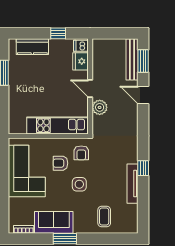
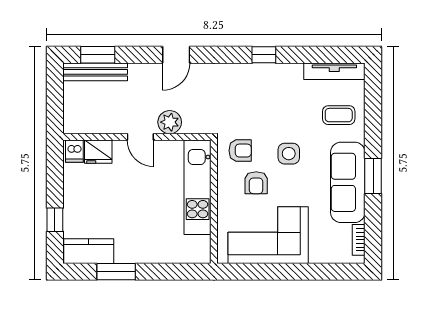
window: (58, 33) -> (55, 220), moved
kitchen counter: (32, 47) -> (89, 251), moved, turned -90
door: (90, 88) -> (140, 137), hinge flipped
door: (143, 95) -> (176, 55), moved
tv unit: (132, 184) -> (334, 71), moved
sofa: (54, 222) -> (348, 182), width x1.36

